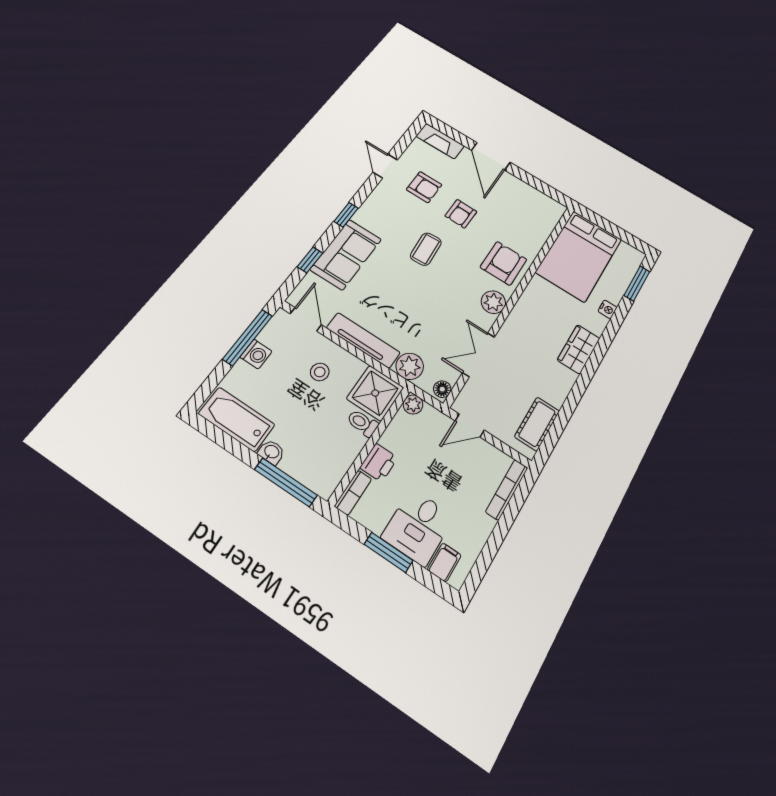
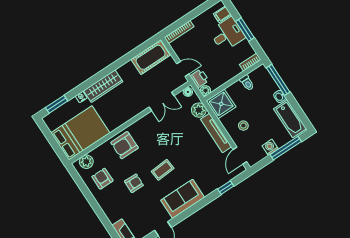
door: (491, 156) -> (100, 213), removed
armchair: (424, 187) -> (102, 179), moved
window: (346, 215) -> (197, 207), removed
sofa: (346, 254) -> (183, 199), moved
plant: (493, 302) -> (86, 162), moved
window: (248, 337) -> (286, 148), moved
wardrobe: (579, 349) -> (103, 86), width x1.50
toilet: (362, 423) -> (247, 83), moved
cot: (537, 424) -> (151, 57), width x1.37, depth x1.34
printer: (379, 463) -> (199, 78), moved, turned 90

